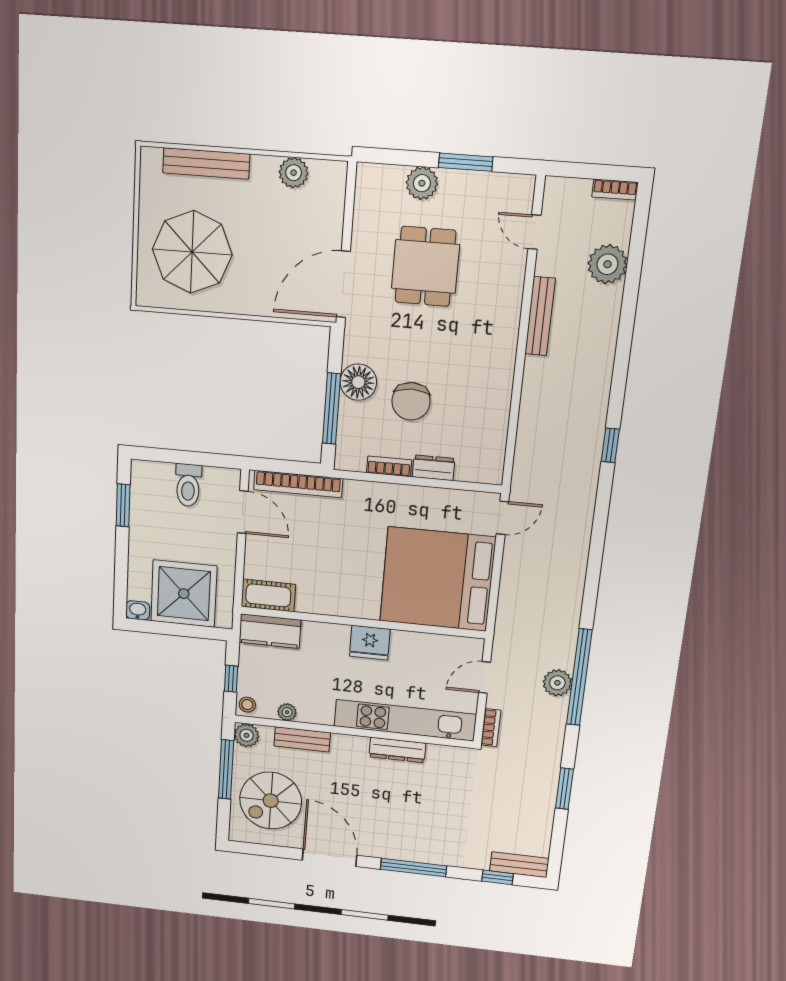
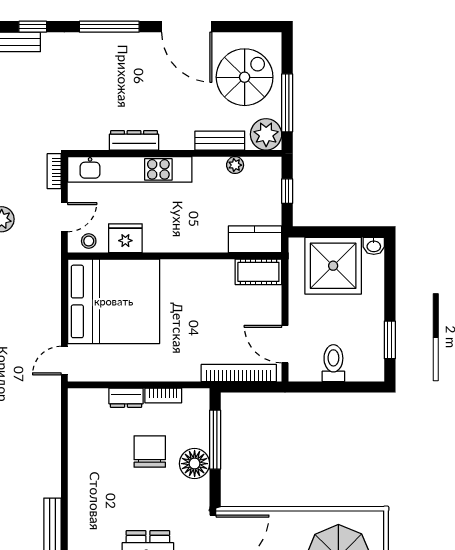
fridge: (370, 643) -> (125, 238), moved
stool: (247, 705) -> (89, 241), moved
plant: (247, 735) -> (266, 134), width x1.36, depth x1.36

